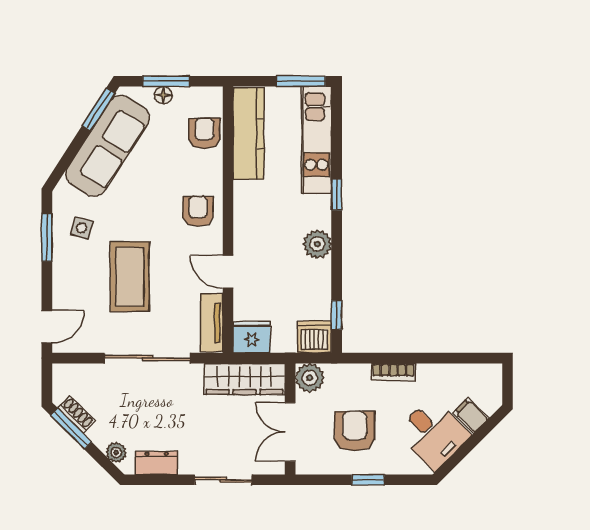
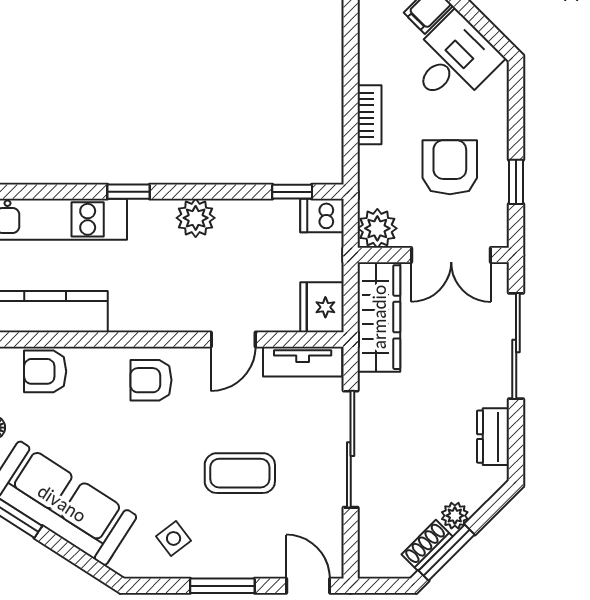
side table: (82, 228) -> (174, 538), turned 38
window: (47, 237) -> (222, 586), moved
coffee table: (130, 277) -> (240, 473), width x0.73, depth x0.76
dishwasher: (314, 337) -> (322, 216), width x0.73
armchair: (355, 431) -> (450, 167), turned 90
plant: (116, 452) -> (455, 516), moved
sliding door: (223, 480) -> (516, 346), width x1.37
window: (368, 480) -> (516, 182), moved

